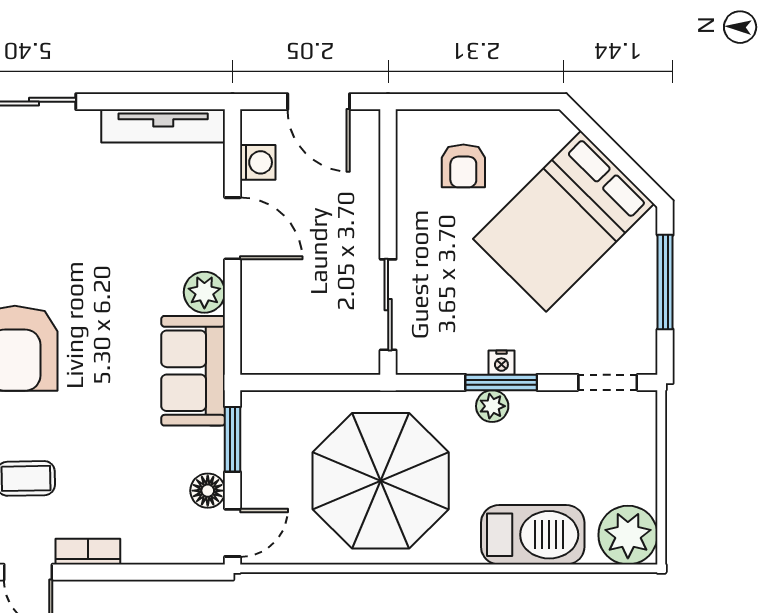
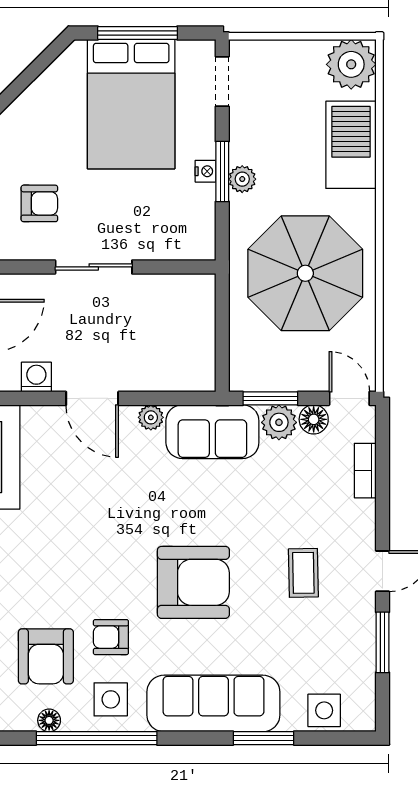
bed: (564, 221) -> (131, 104), moved, turned 45
door: (233, 228) -> (92, 398), swing flipped
plant: (204, 292) -> (151, 417), width x0.73, depth x0.73
sliding door: (388, 305) -> (94, 267), moved
plant: (204, 450) -> (279, 422), added
bookcase: (88, 552) -> (365, 471), moved

